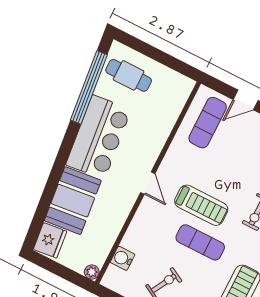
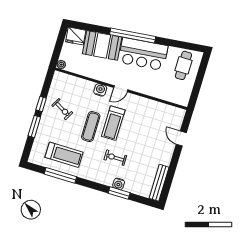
window: (89, 87) -> (133, 36), moved
exercise mat: (208, 123) -> (164, 118), removed
water cooler: (123, 258) -> (100, 90), moved

